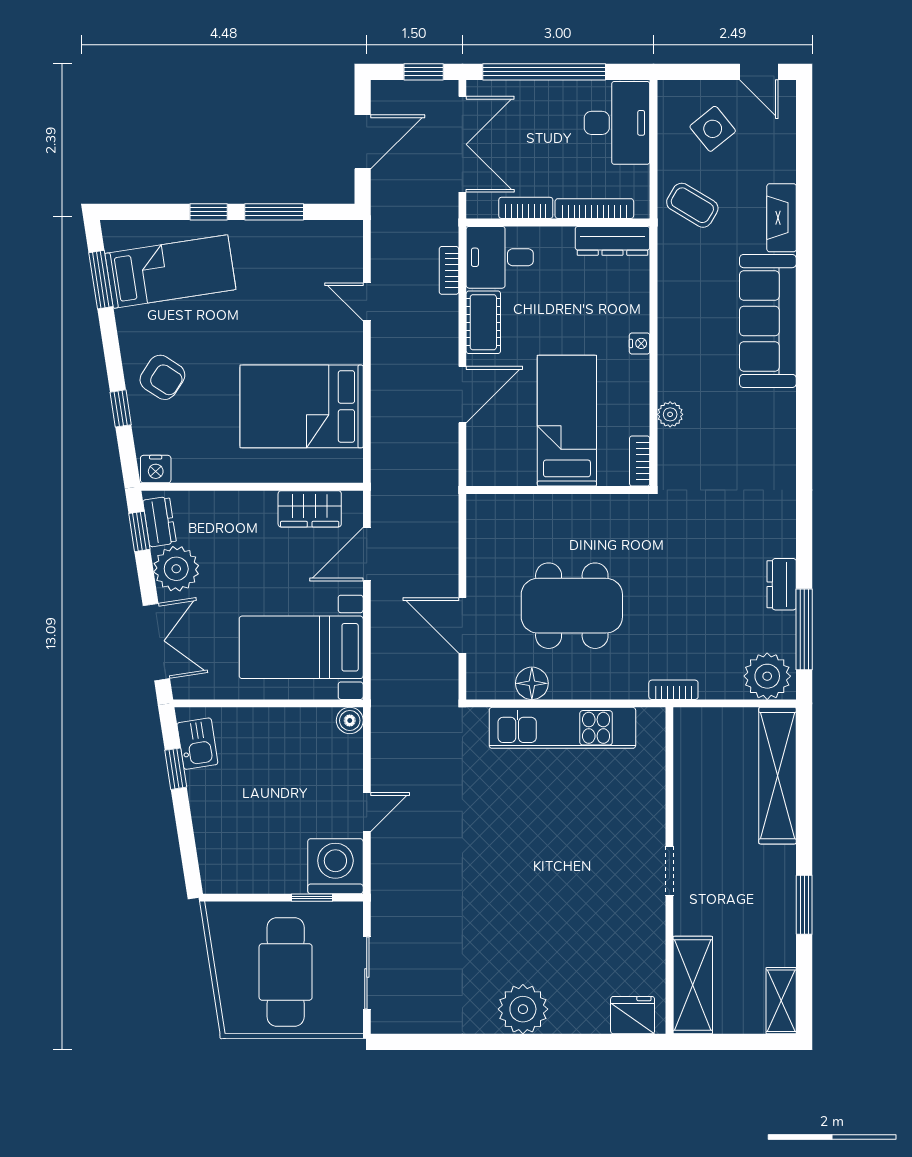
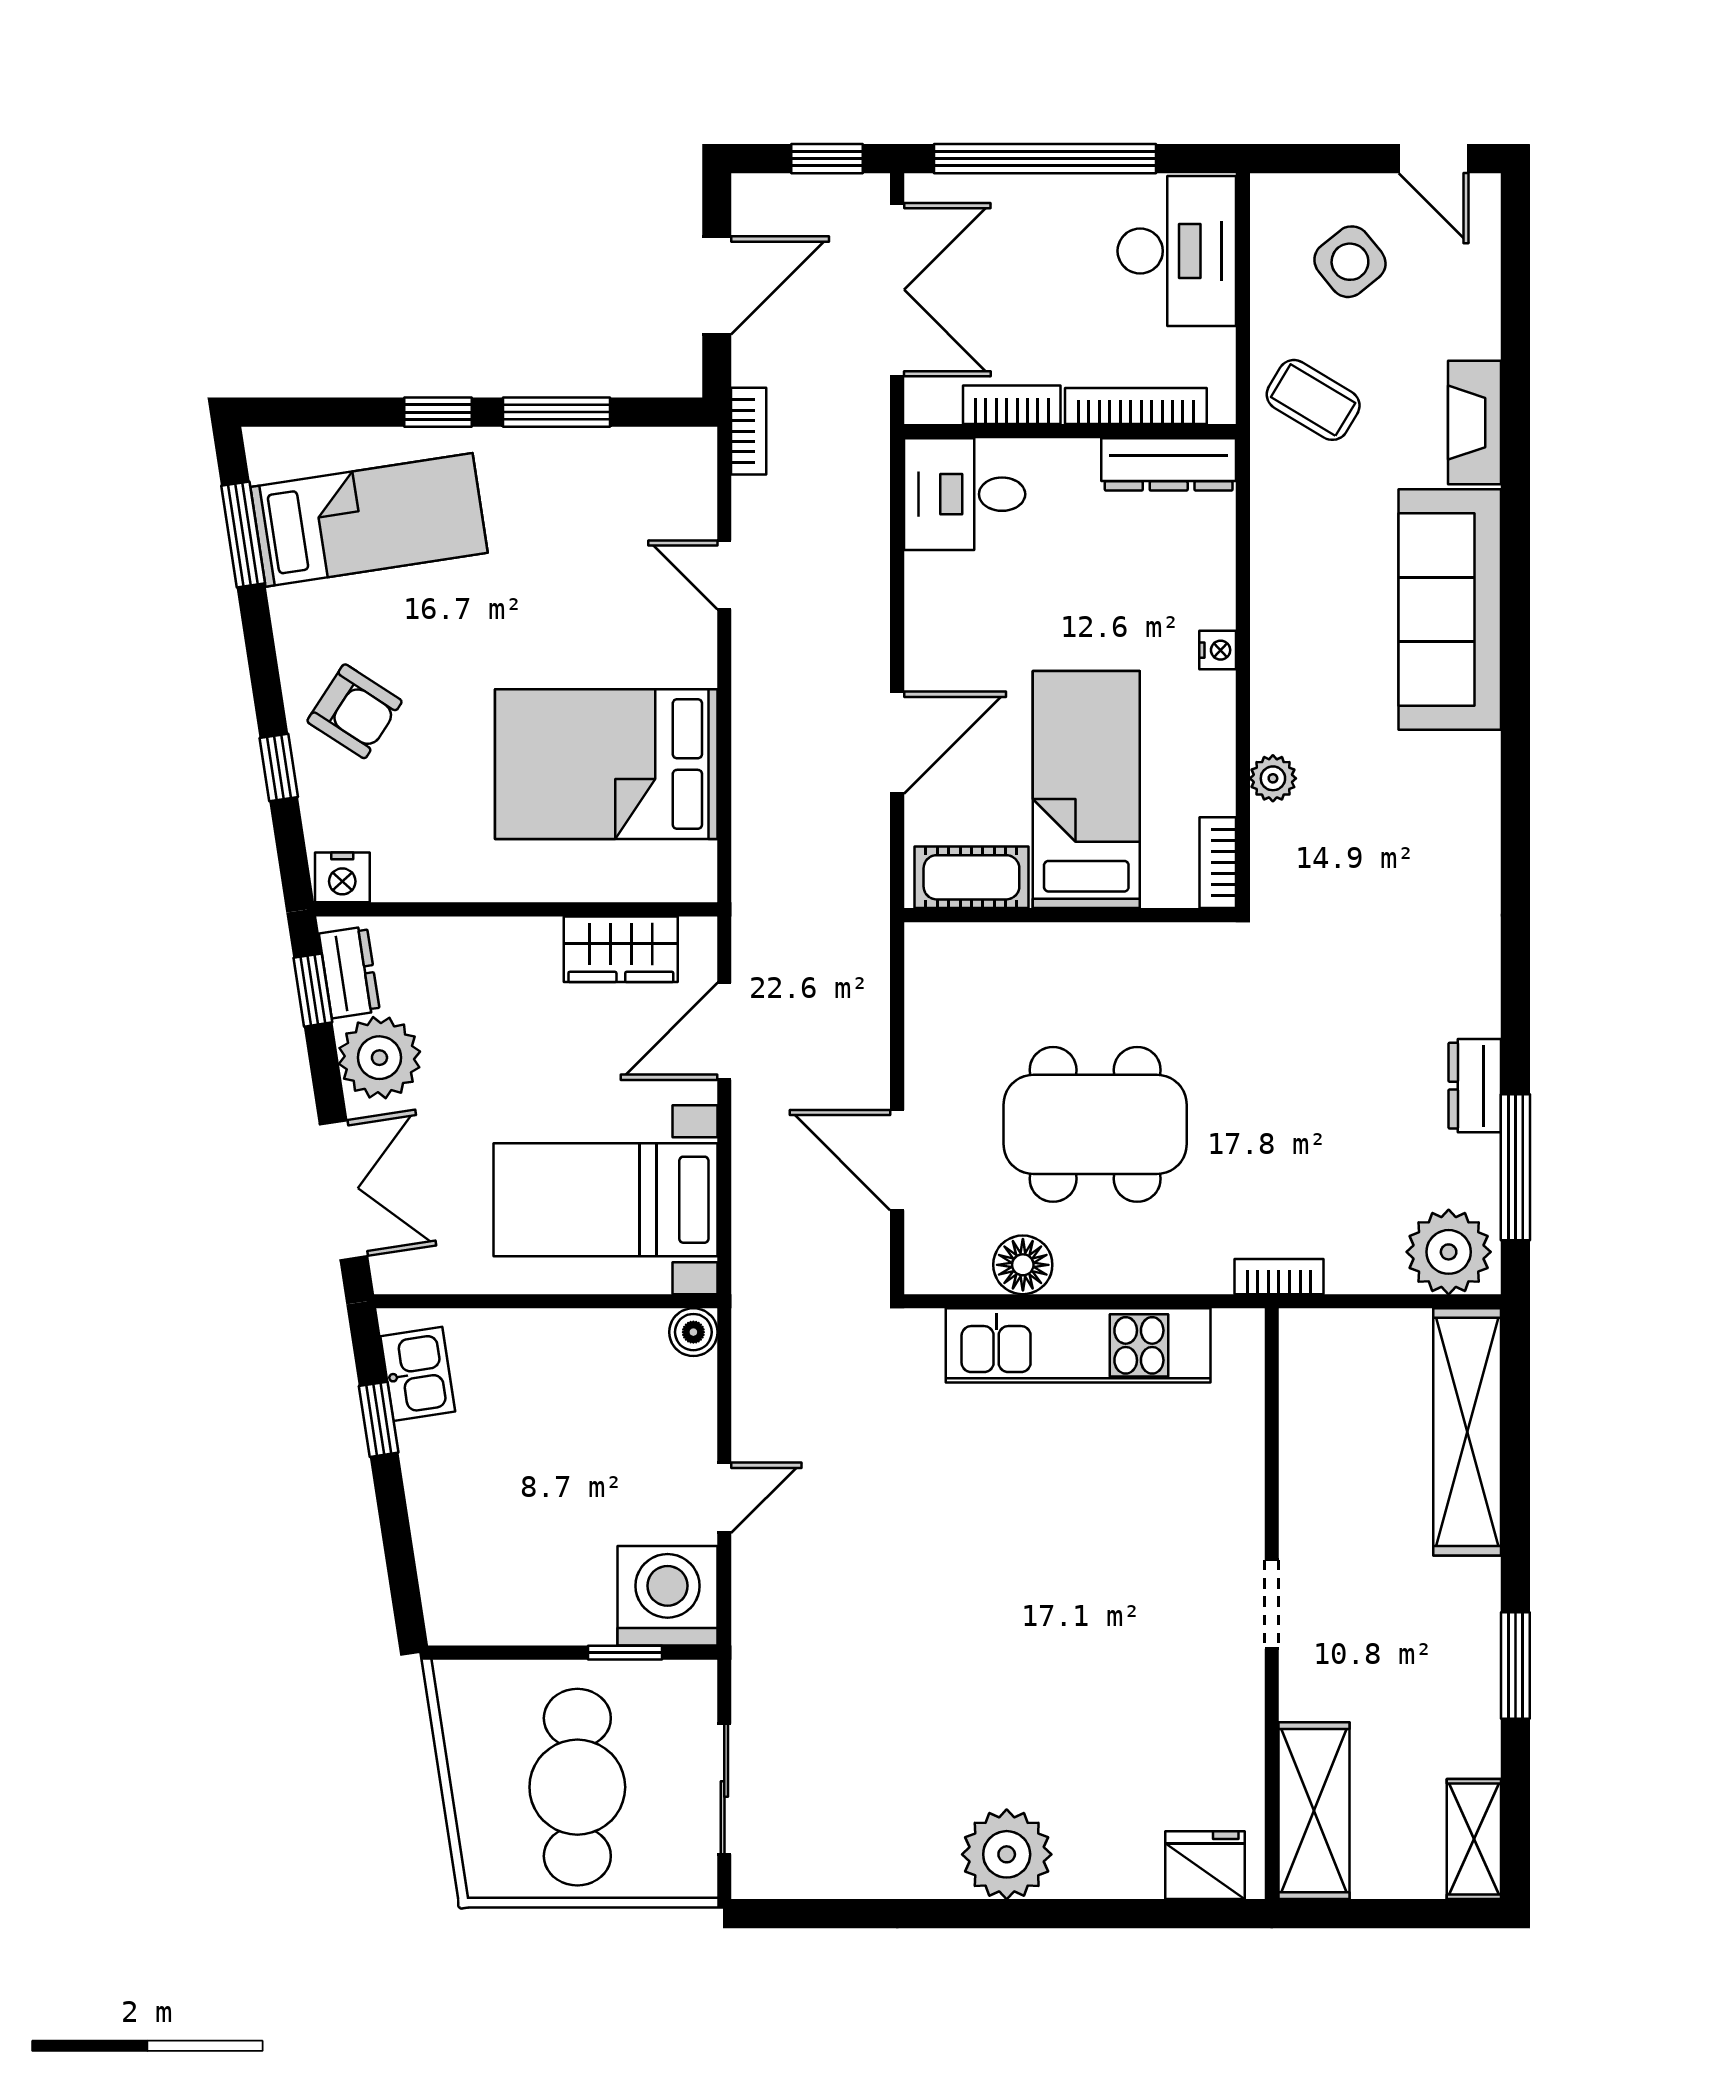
bookcase: (449, 270) -> (749, 431), moved, turned 180
cot: (483, 322) -> (971, 877), moved, turned 90

